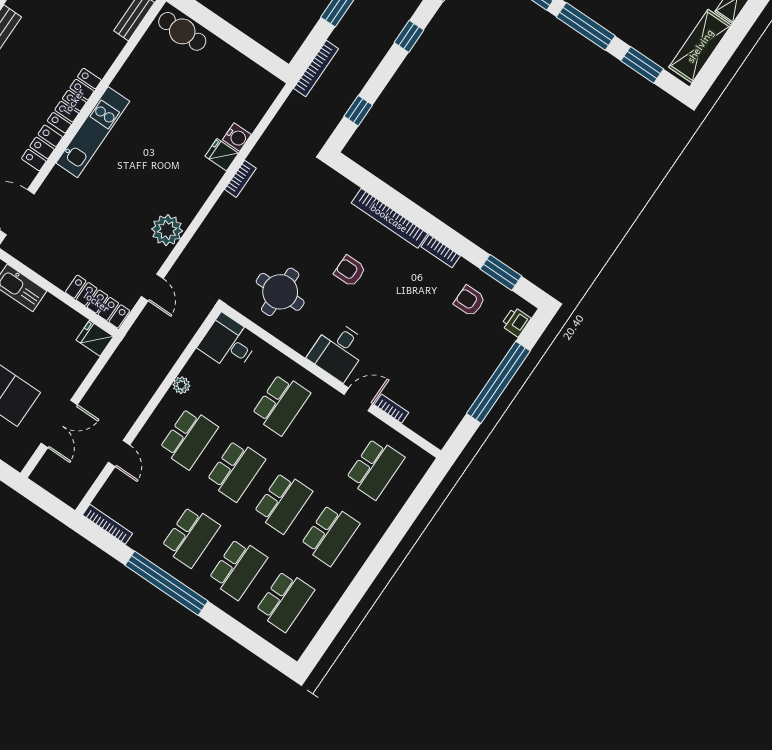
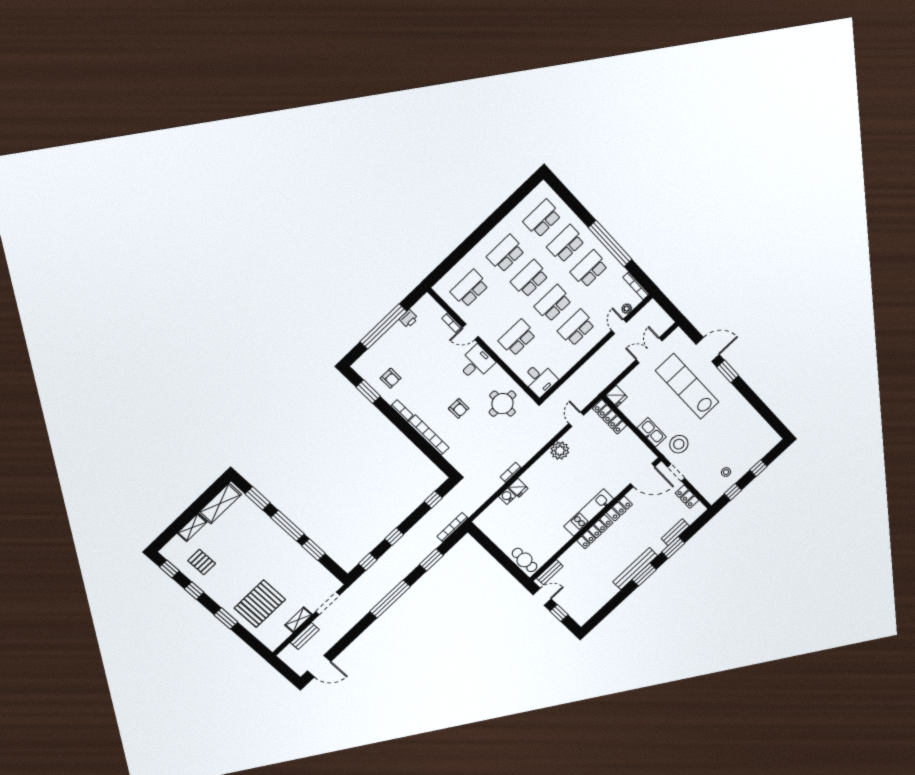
printer: (516, 322) -> (409, 319), moved
plant: (181, 385) -> (627, 309), moved

